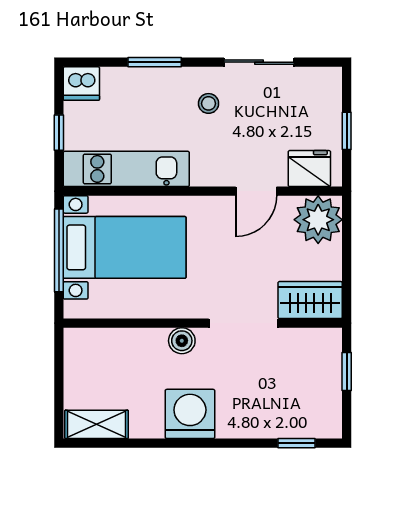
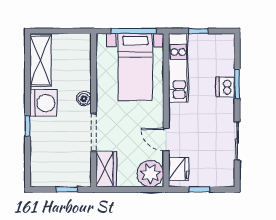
dishwasher: (81, 84) -> (225, 87), moved
stool: (209, 103) -> (214, 113), removed
shelving: (97, 424) -> (40, 60), width x1.50, depth x1.33
window: (296, 443) -> (28, 126), moved

